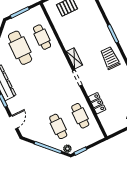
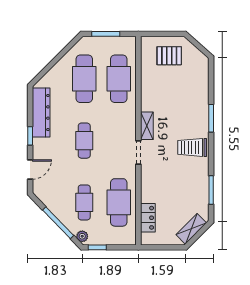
cafe table: (42, 37) -> (119, 79), width x1.37, depth x1.35
trolley: (110, 58) -> (192, 147), turned -90
cafe table: (39, 87) -> (84, 141), added
locker: (97, 103) -> (148, 218), moved
cafe table: (80, 116) -> (119, 202), width x1.37, depth x1.35

